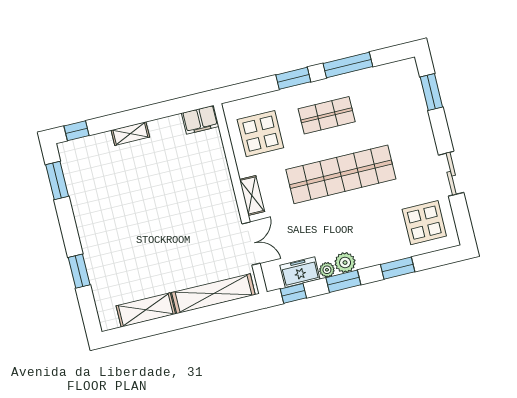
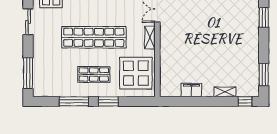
window: (431, 92) -> (28, 73), width x1.44
filing cabinet: (200, 120) -> (191, 90), moved
shelving: (130, 134) -> (225, 92), moved
display table: (260, 134) -> (136, 73), width x1.36, depth x1.36

